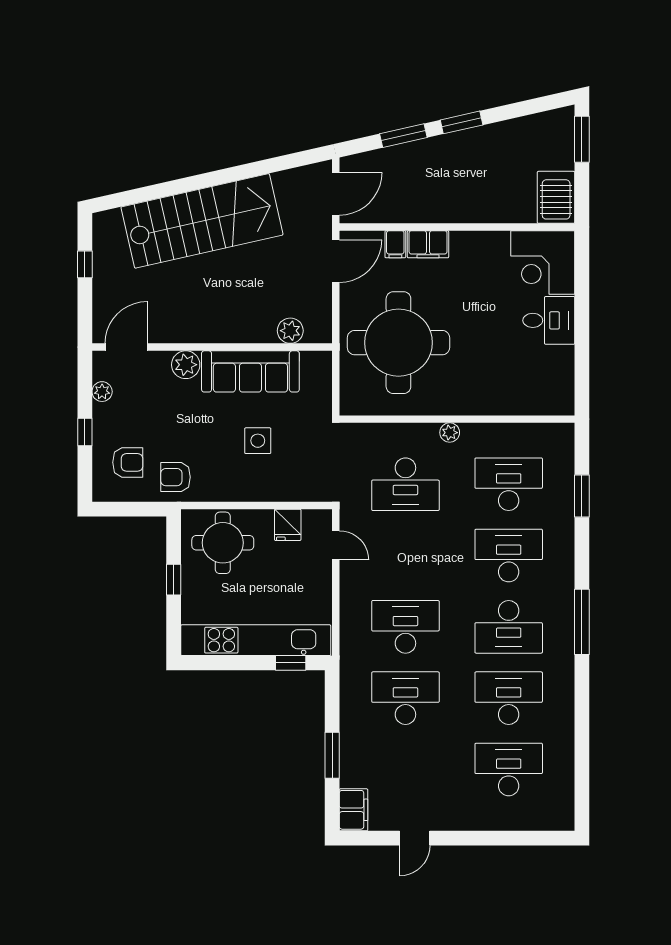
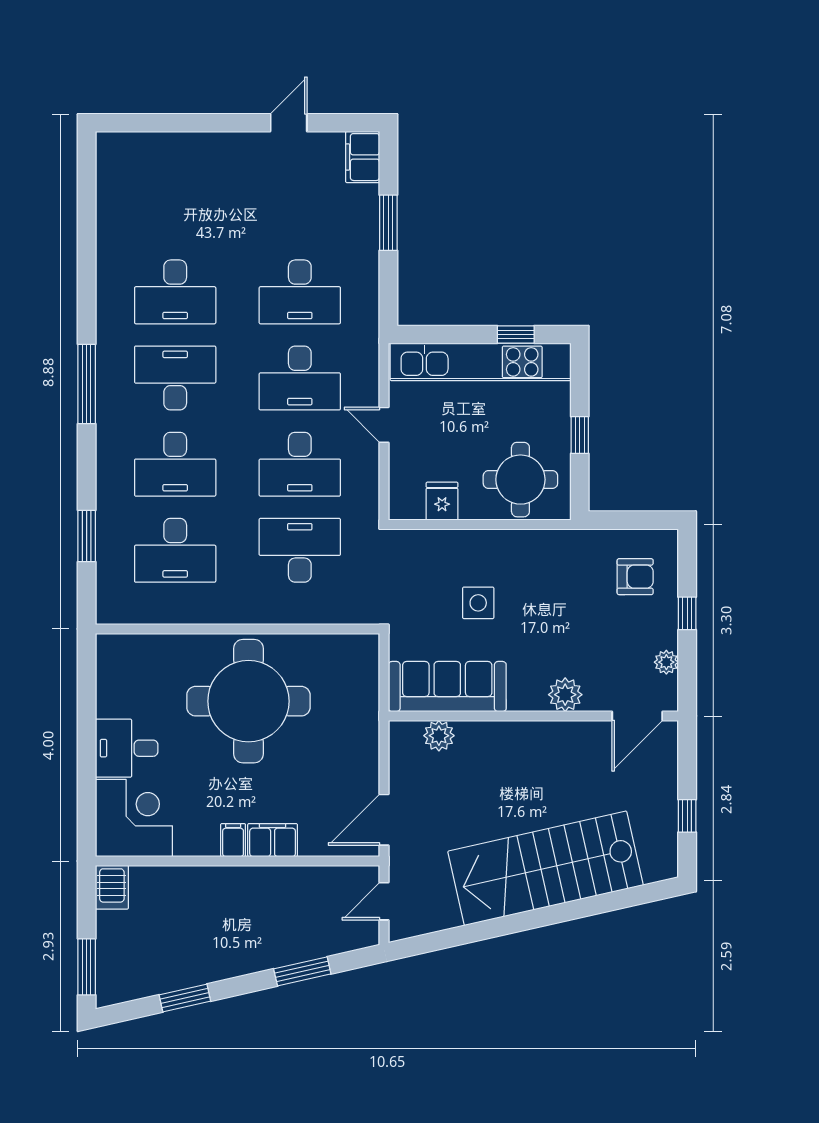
window: (462, 122) -> (185, 998), moved
door: (336, 194) -> (384, 901), width x0.73
server rack: (556, 197) -> (112, 887), width x0.73, depth x0.70
filing cabinet: (395, 244) -> (233, 840), moved
round table: (398, 343) -> (248, 701), moved
sofa: (250, 371) -> (447, 687), moved
plant: (450, 433) -> (246, 613), removed
armchair: (128, 462) -> (635, 577), turned 180
armchair: (175, 477) -> (578, 559), removed
door: (336, 545) -> (384, 425), moved
window: (291, 663) -> (516, 334), moved
desk: (509, 769) -> (300, 464), moved

